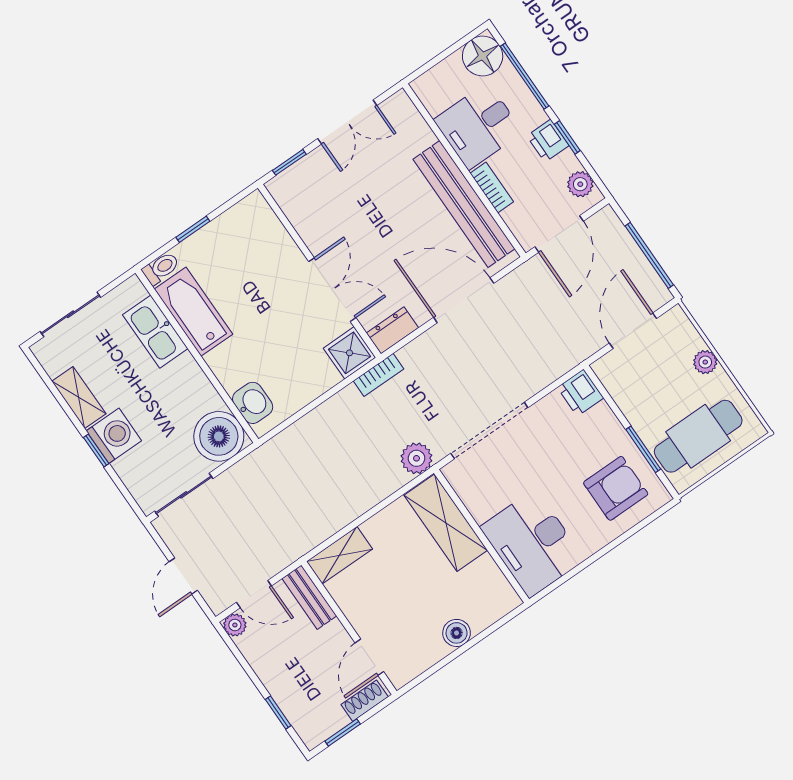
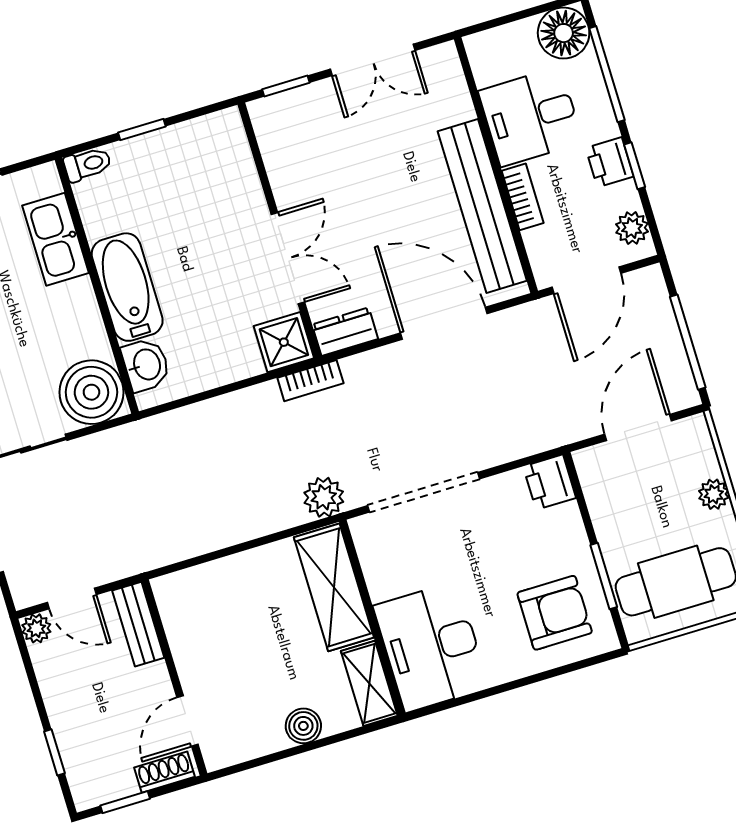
bathtub: (193, 312) -> (127, 287), moved
shelving: (339, 555) -> (369, 683), moved, turned 90

